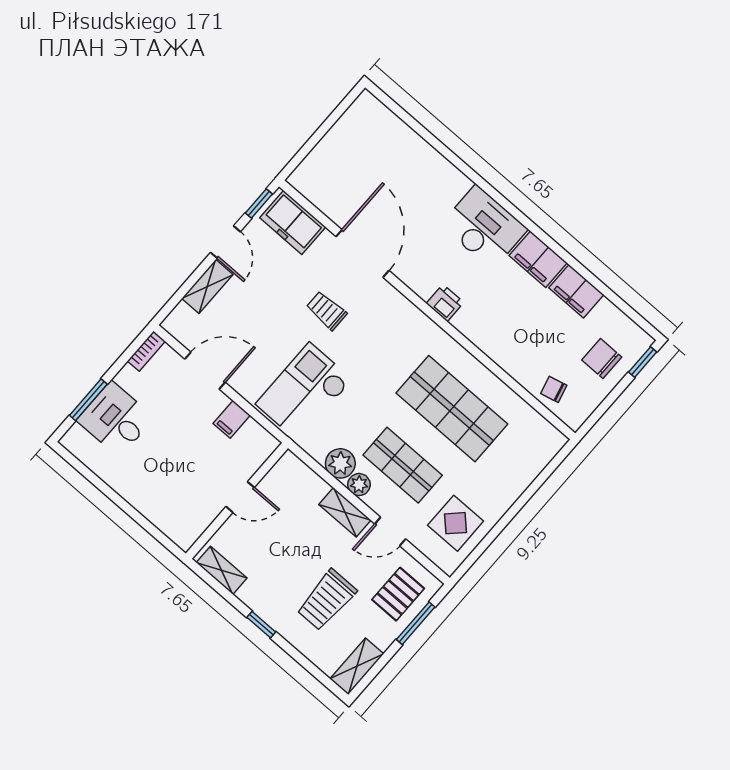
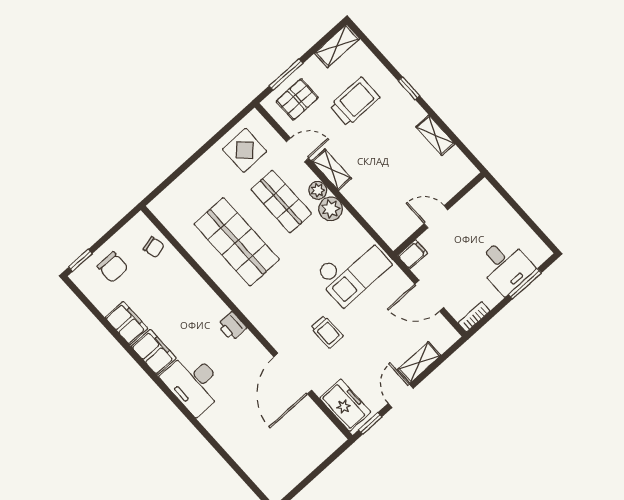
door: (240, 497) -> (436, 217), moved
wall: (237, 501) -> (439, 214), moved

